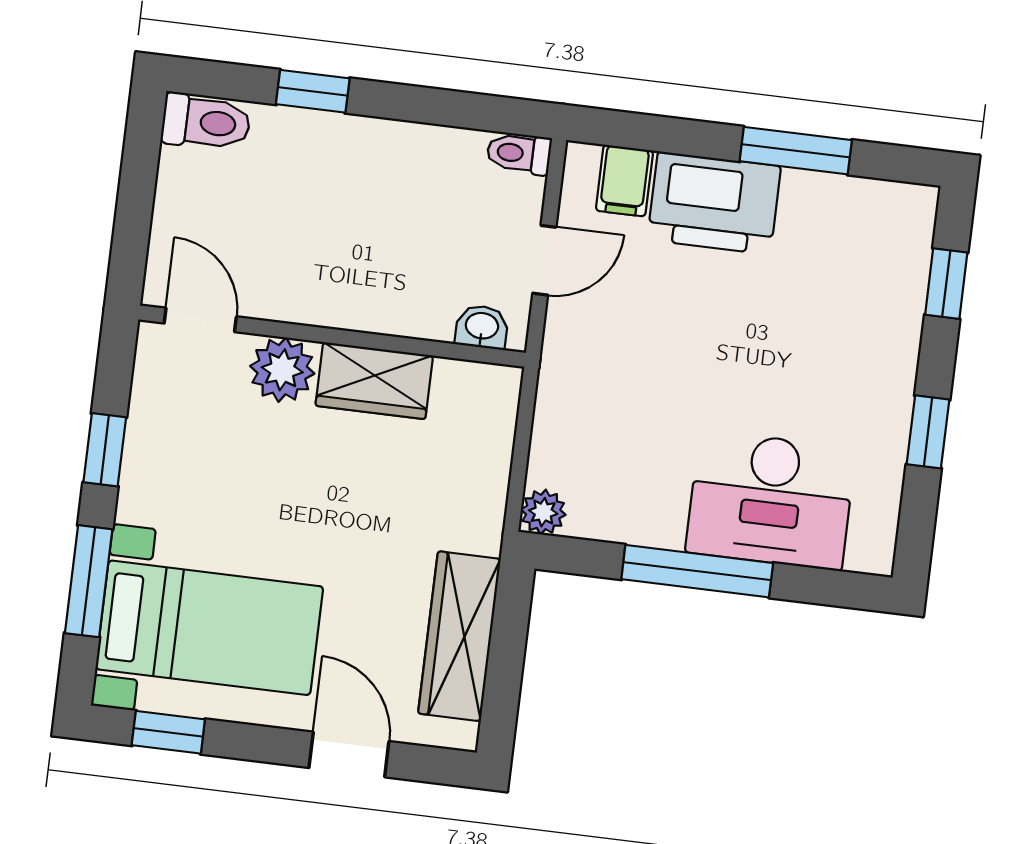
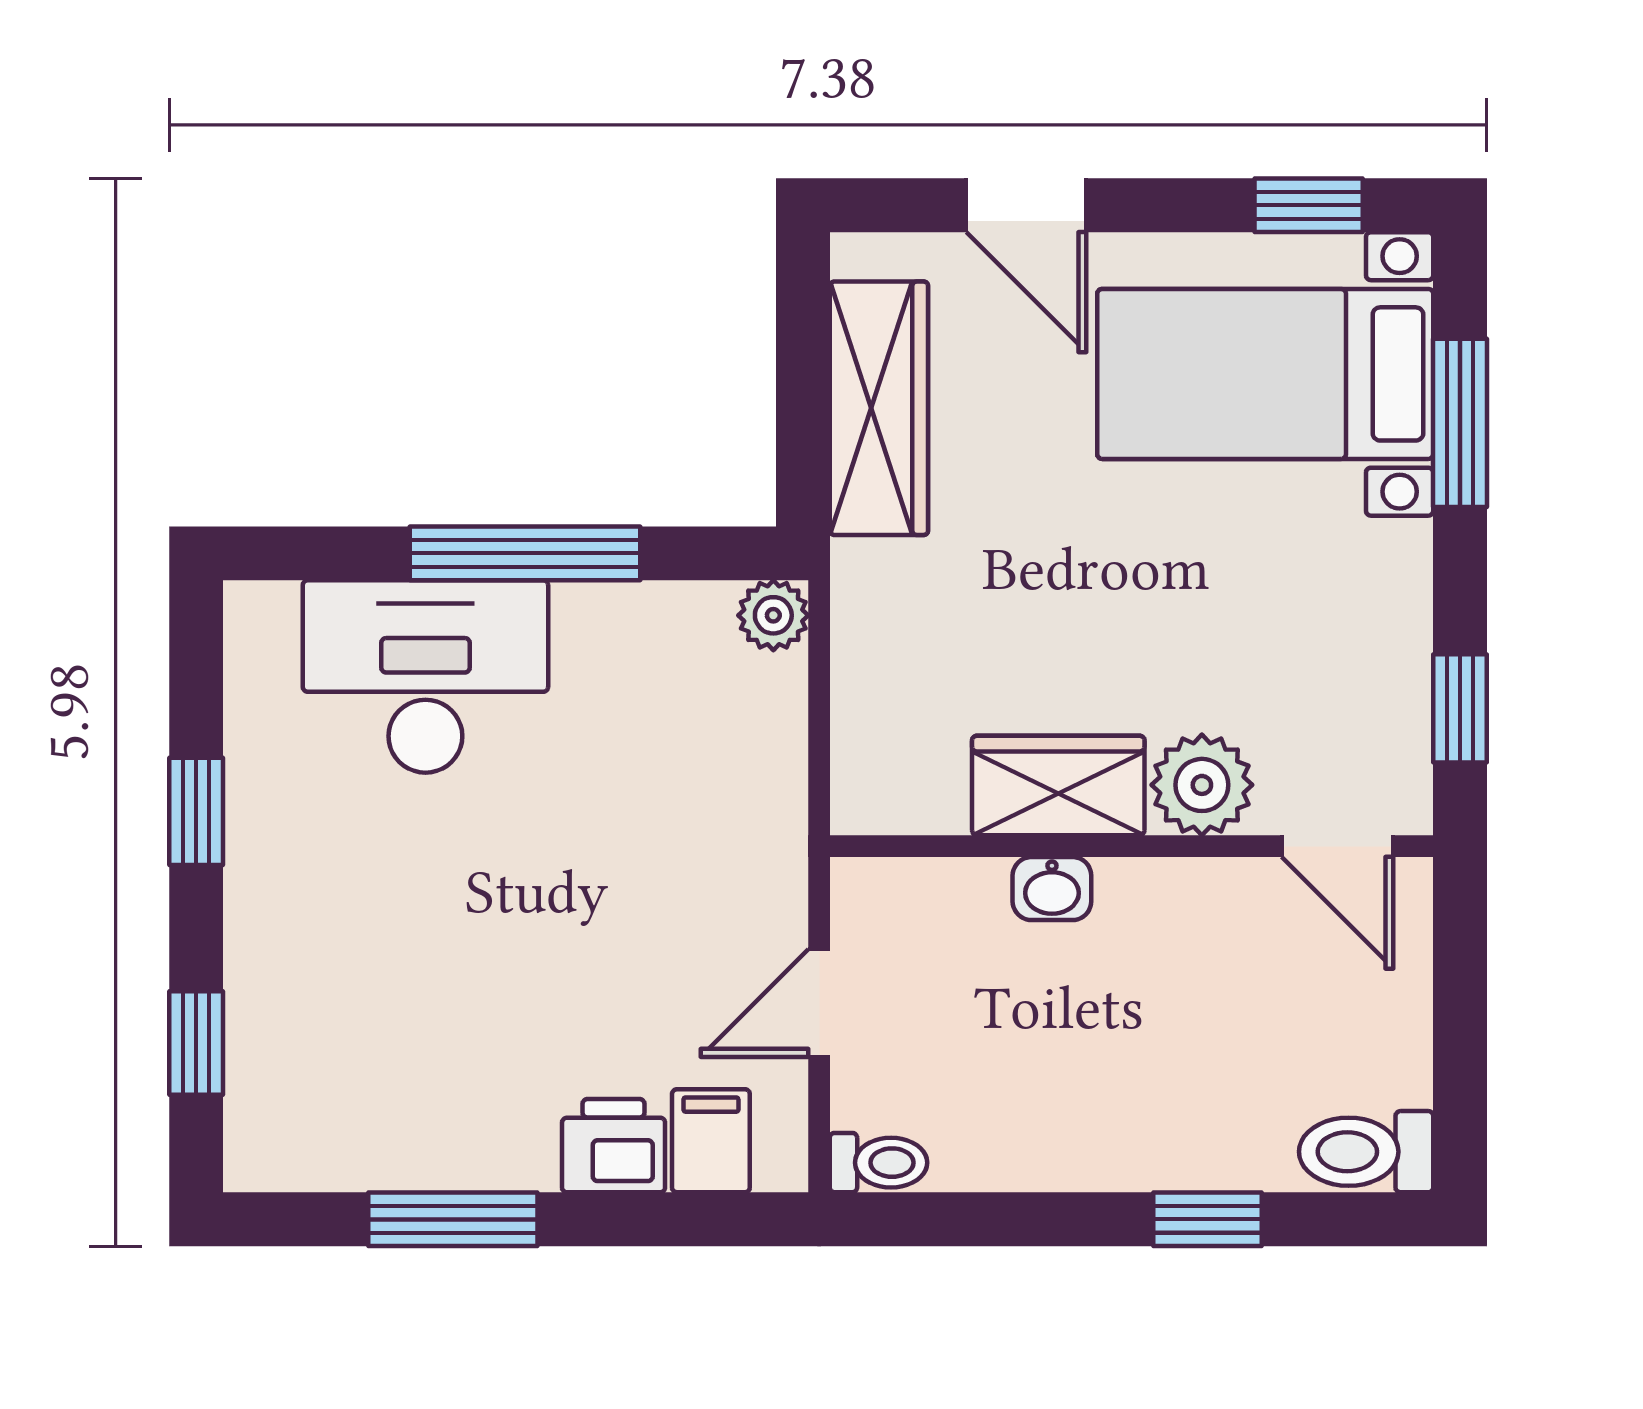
printer: (714, 203) -> (614, 1146), width x0.53, depth x0.68
washbasin: (482, 327) -> (1052, 889), moved
window: (105, 450) -> (1460, 708), moved

